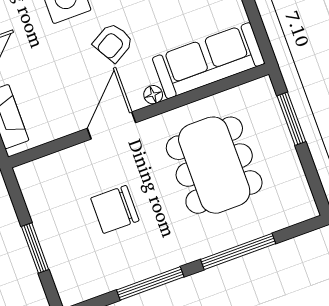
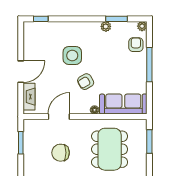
door: (111, 126) -> (59, 117), moved
window: (35, 248) -> (21, 143), moved

